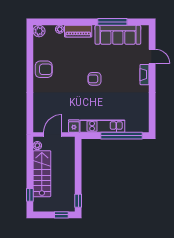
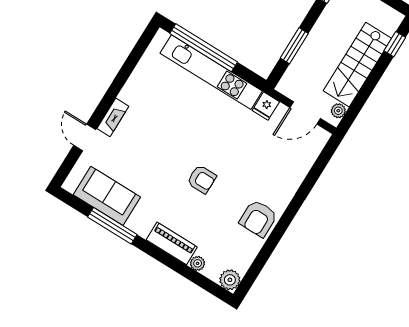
sofa: (118, 35) -> (107, 196), width x0.73
armchair: (44, 69) -> (258, 218), turned -90
armchair: (94, 79) -> (202, 179), moved
kitchen unit: (102, 126) -> (211, 72), width x1.36
window: (78, 164) -> (294, 46), added

